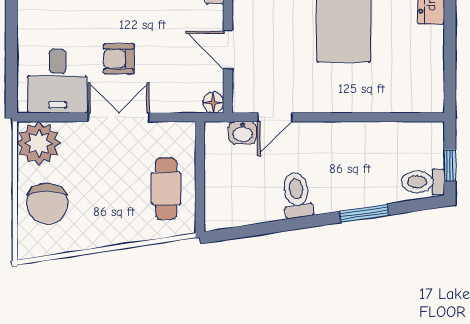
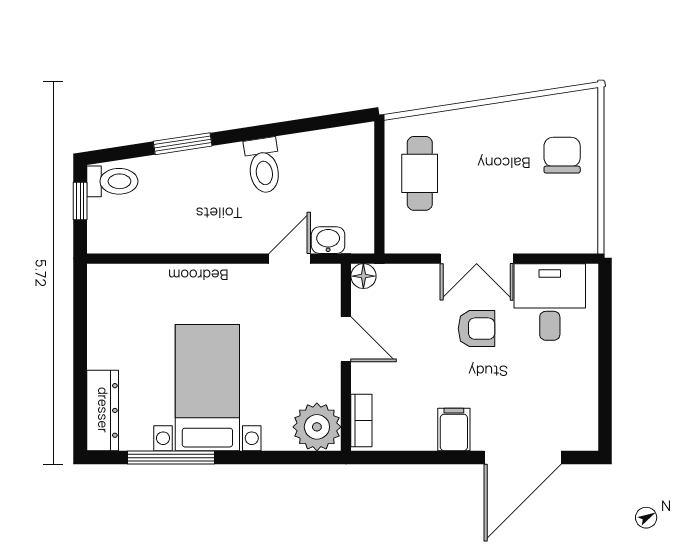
plant: (39, 143) -> (572, 227), removed
chair: (47, 204) -> (562, 155), width x0.73, depth x0.73

